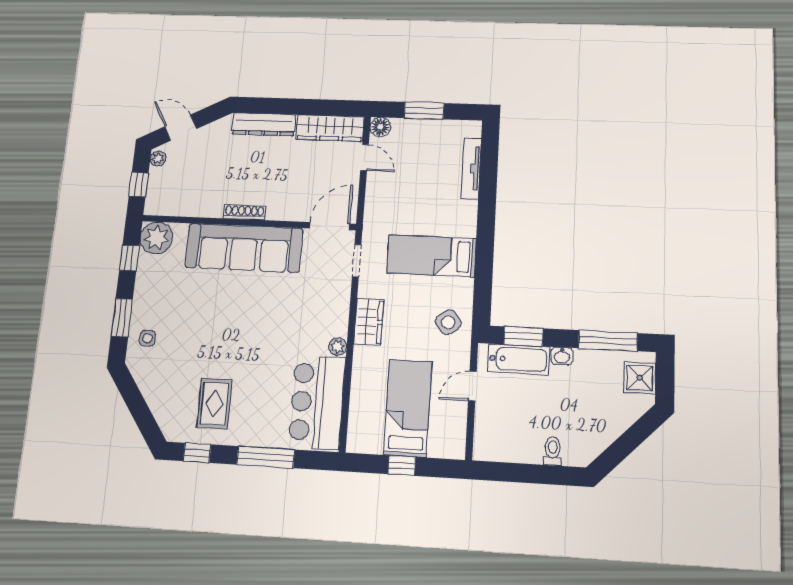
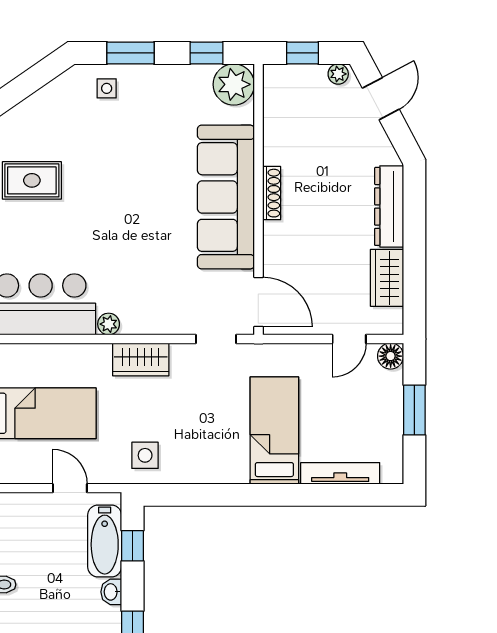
wardrobe: (330, 128) -> (387, 278), width x0.67
bed: (431, 256) -> (274, 430), moved
side table: (448, 322) -> (145, 455), turned 35
window: (523, 336) -> (132, 546), width x0.67

